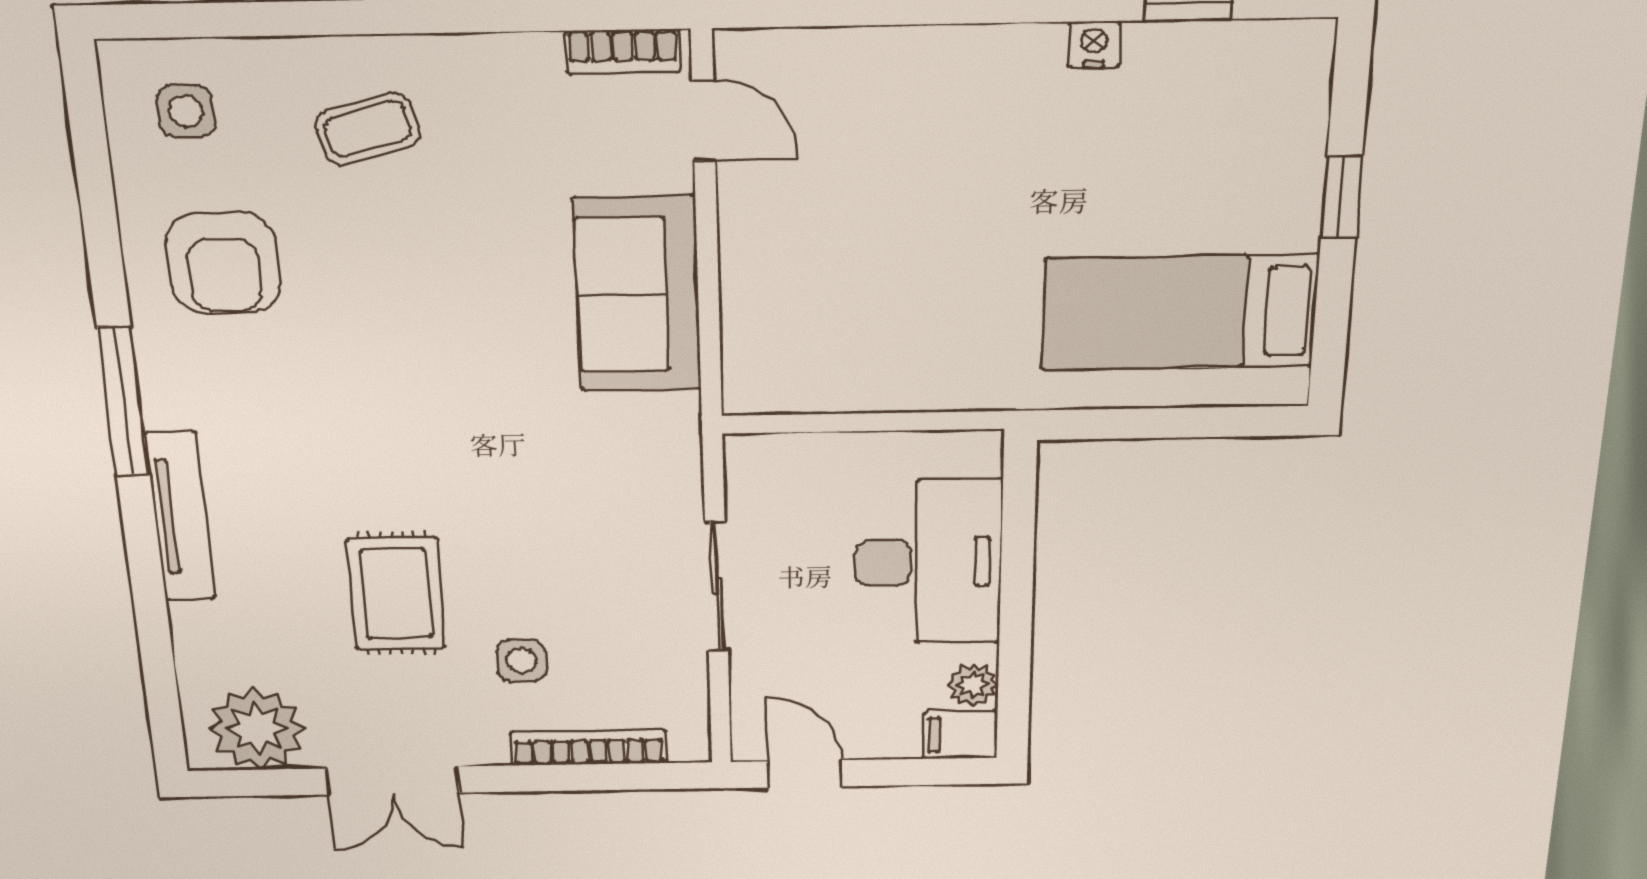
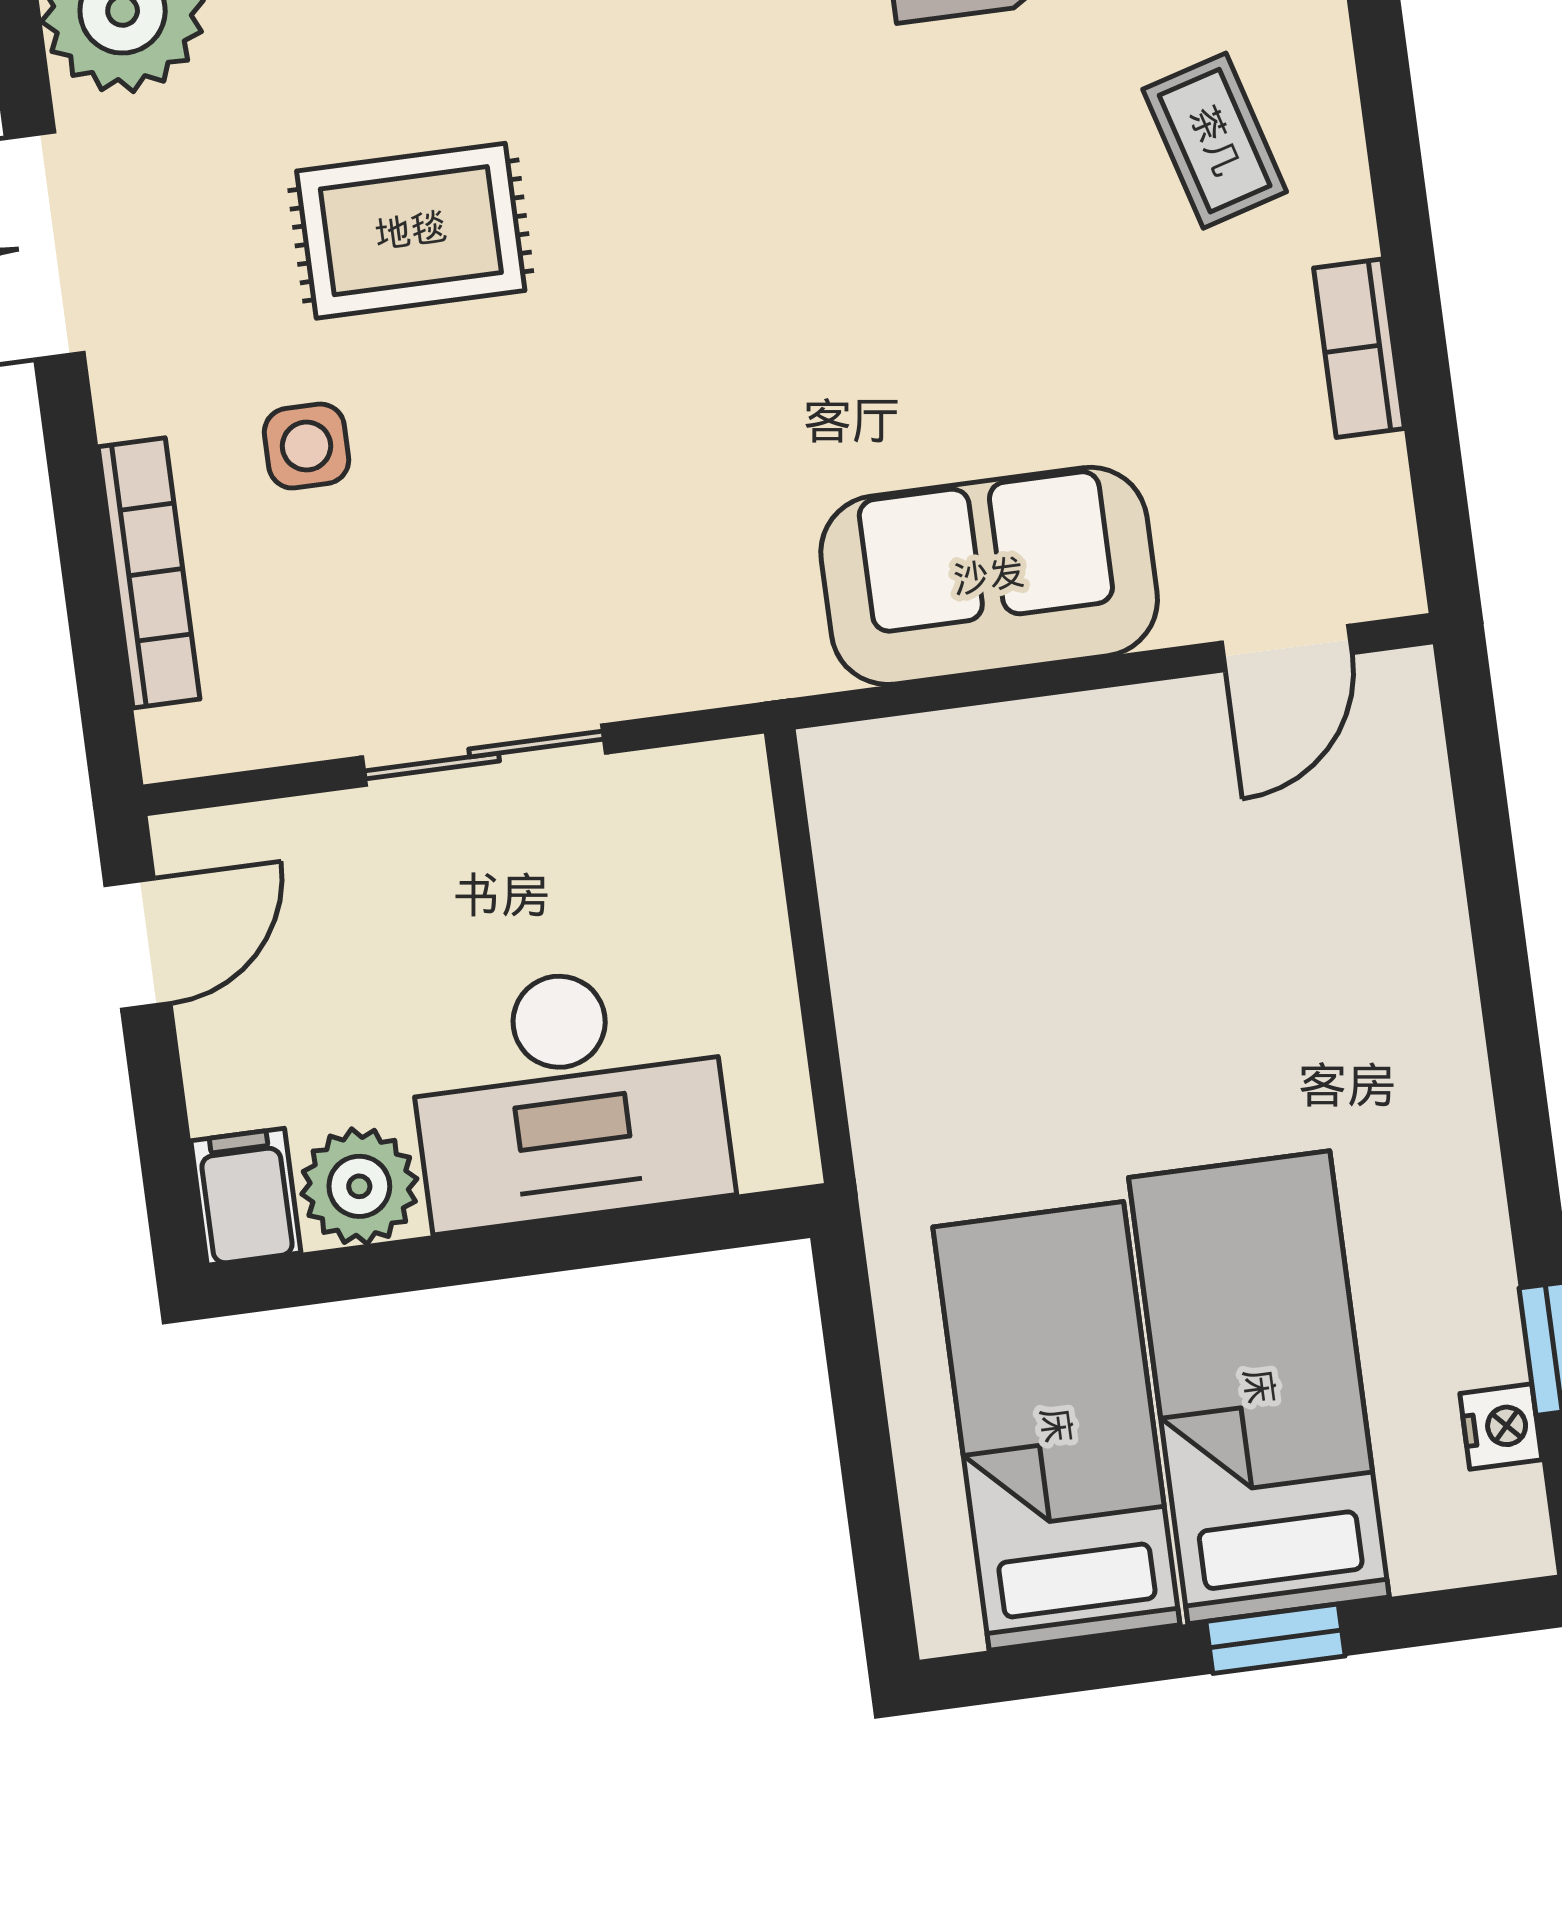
nightstand: (1094, 45) -> (1501, 1427), moved
bookcase: (623, 52) -> (1359, 348), moved
bed: (1179, 190) -> (1259, 1387), added
plant: (973, 685) -> (359, 1186), width x1.38, depth x1.38

